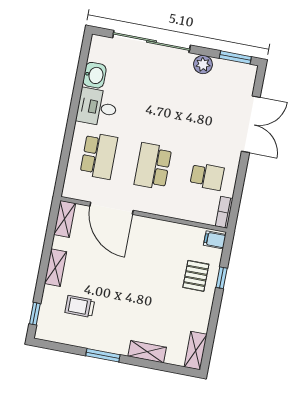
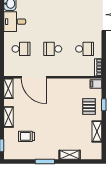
school desk: (99, 156) -> (21, 49), width x0.54
school desk: (153, 166) -> (53, 49), width x0.54
shelving: (196, 351) -> (97, 131), moved

